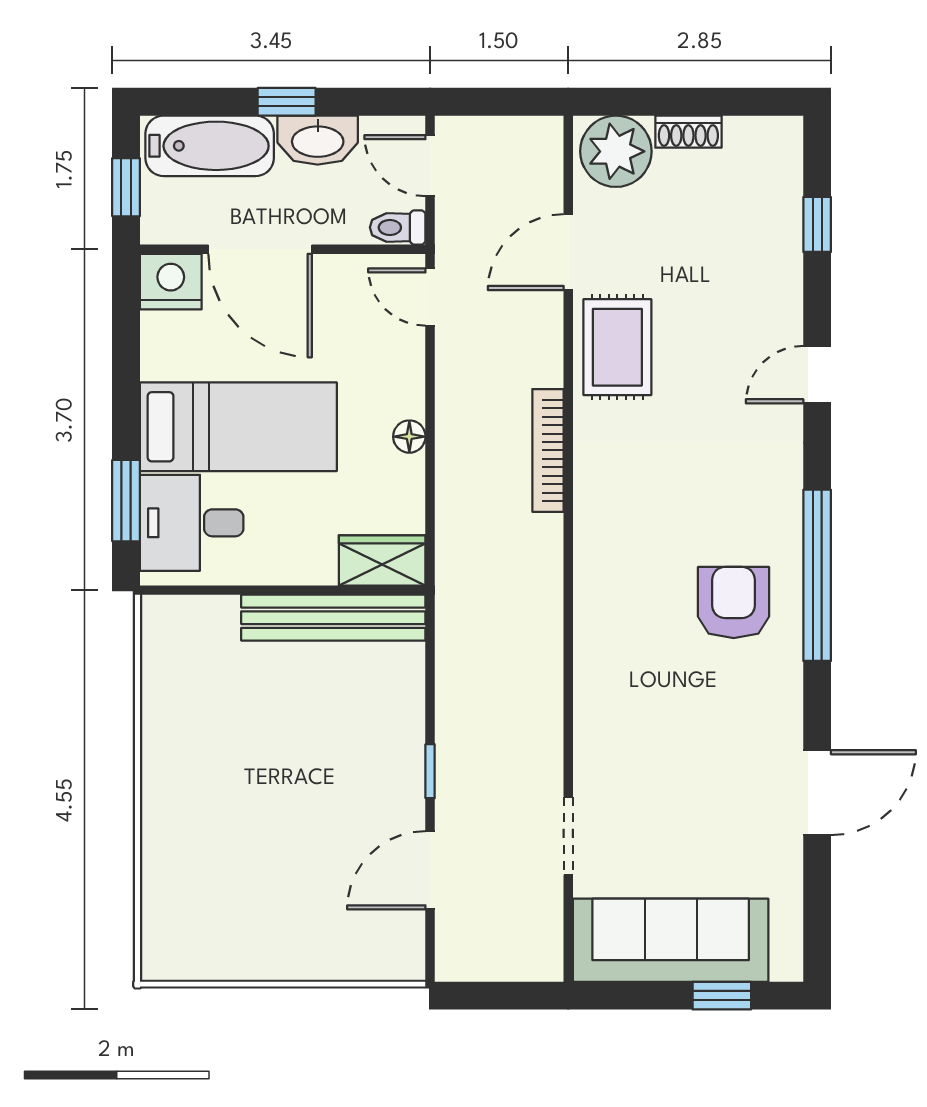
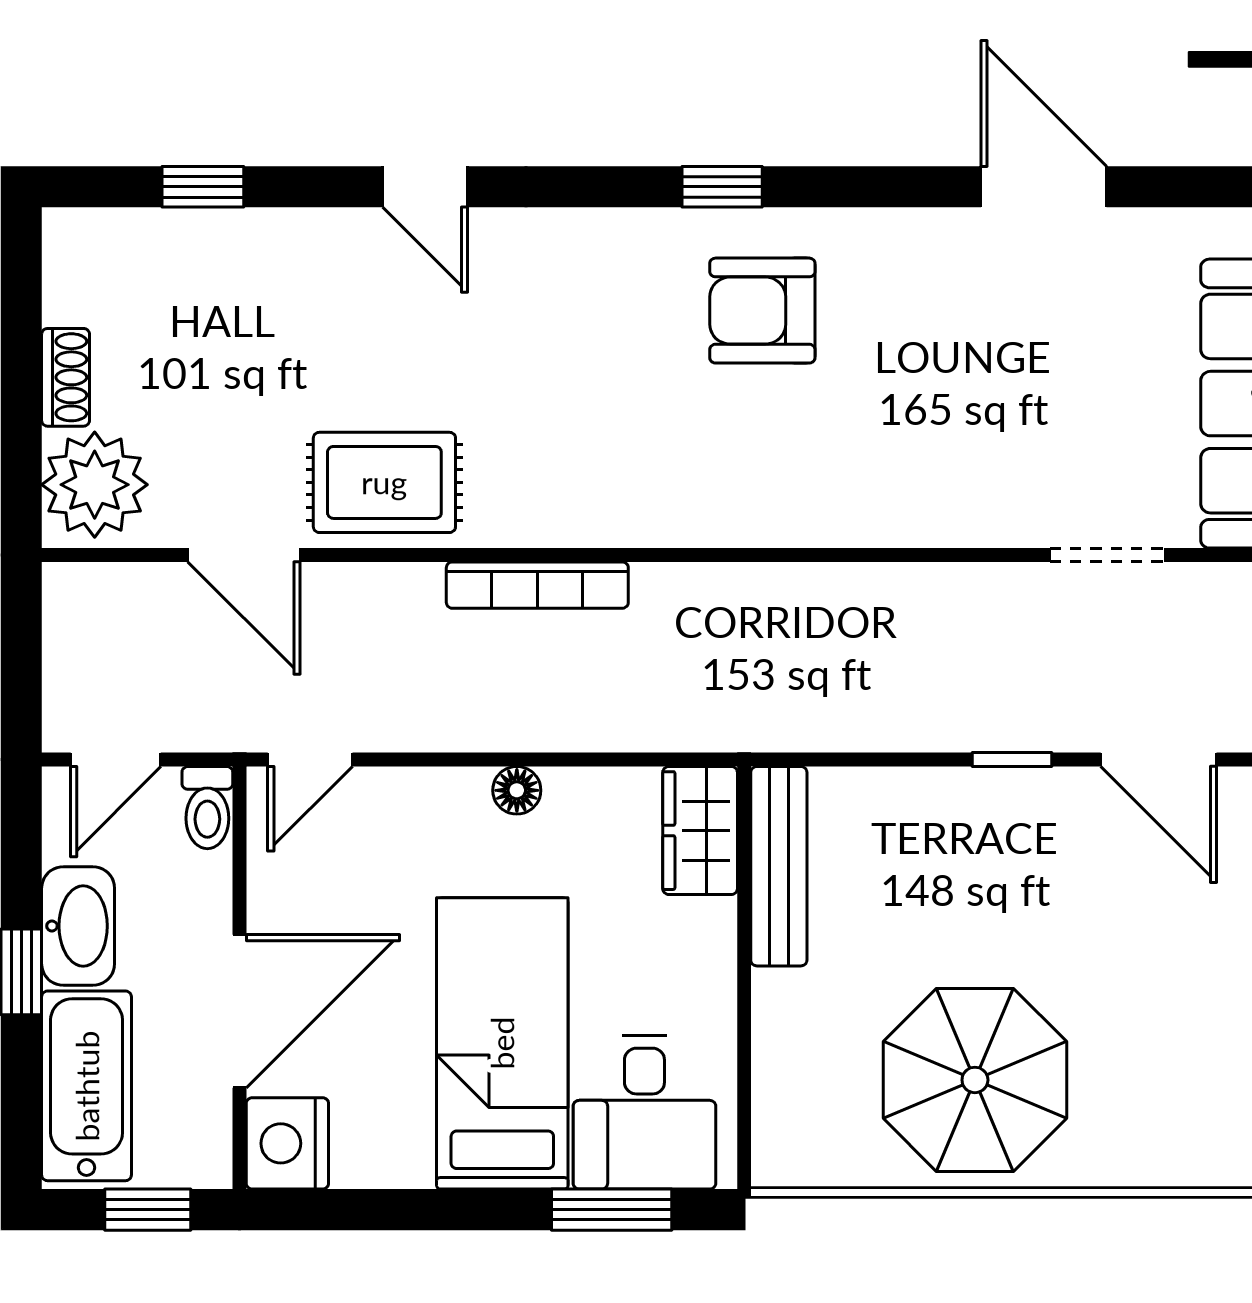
window: (817, 575) -> (722, 187), width x0.32
bench: (333, 618) -> (779, 866), width x0.73, depth x0.82
parasol: (214, 746) -> (975, 1080), added

